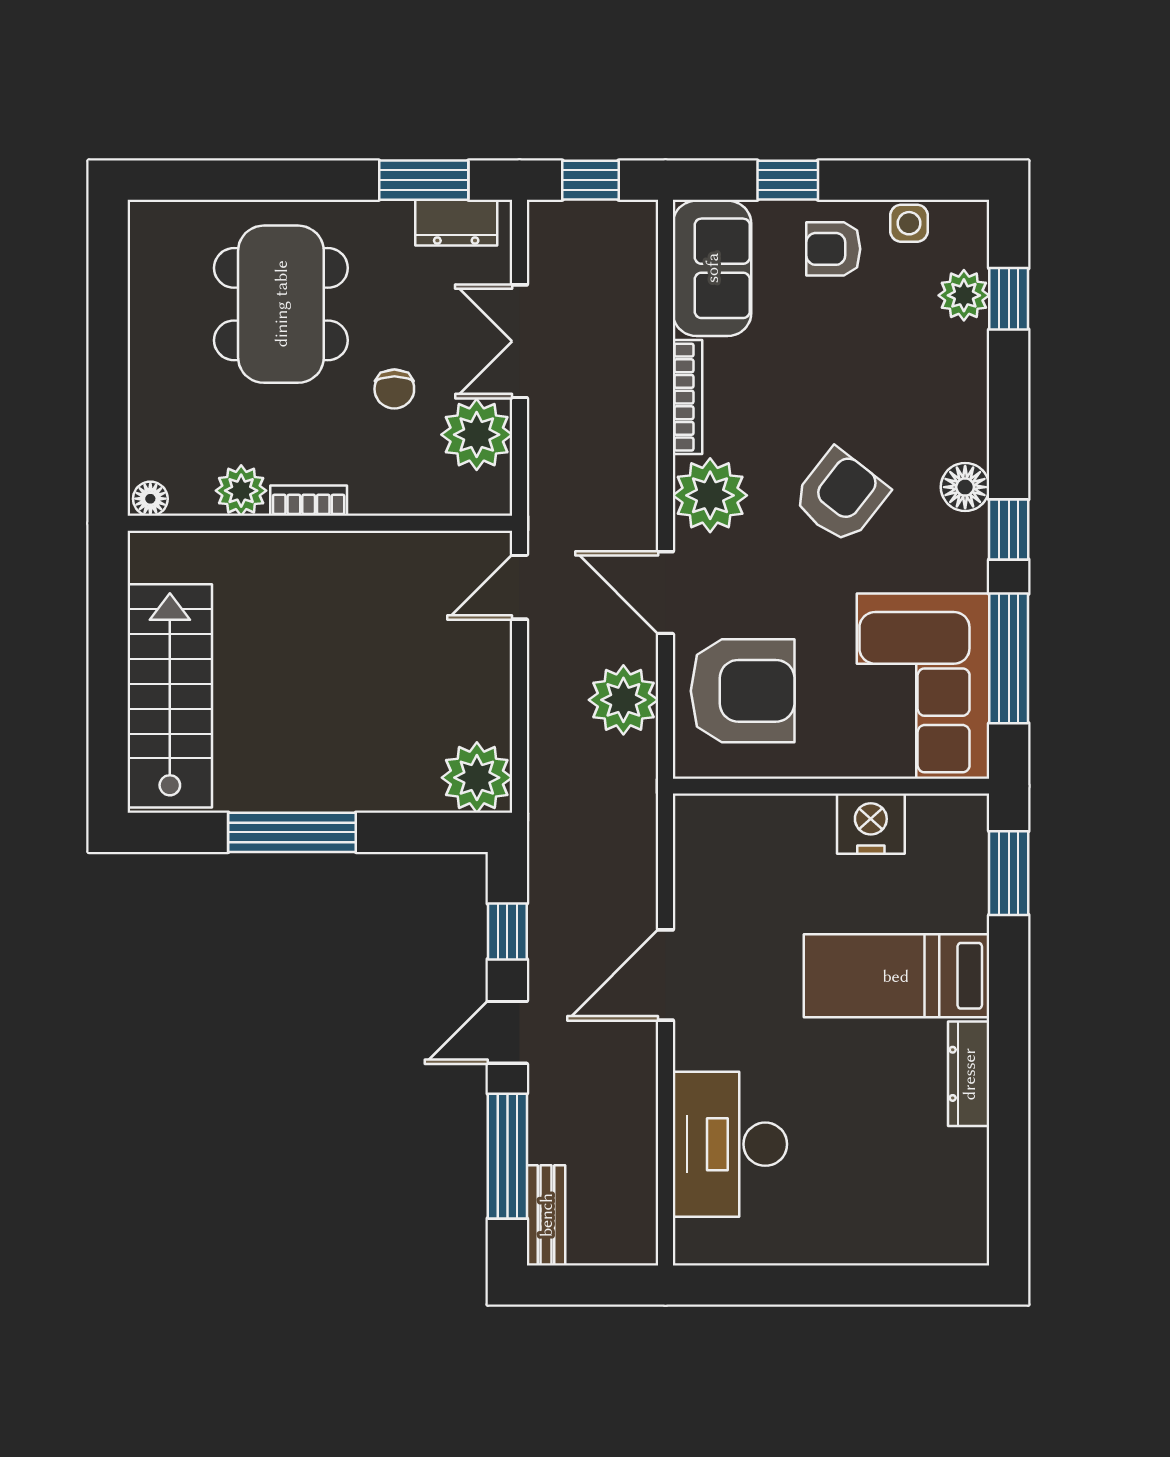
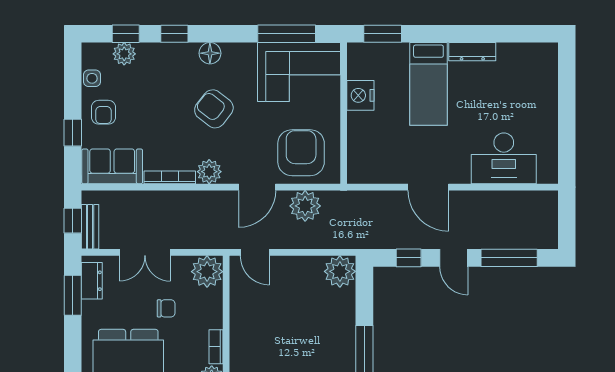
plant: (477, 435) -> (207, 272), moved
plant: (710, 495) -> (209, 172), width x0.73, depth x0.73
window: (1009, 529) -> (174, 34), moved
bench: (546, 1215) -> (90, 227), moved, turned 90

